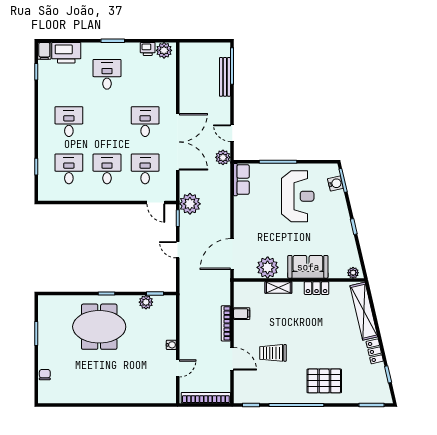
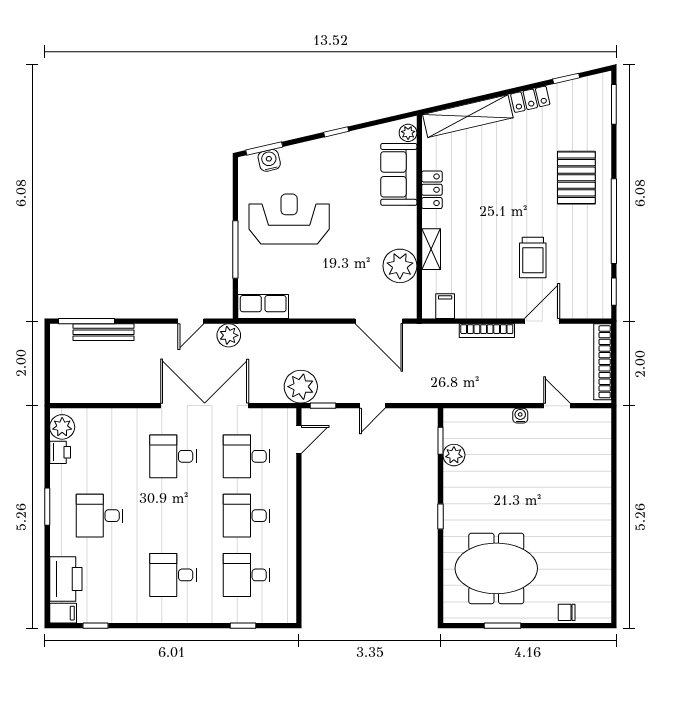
sofa: (308, 267) -> (399, 174), moved
filing cabinet: (242, 314) -> (445, 306), moved
meeting table: (99, 327) -> (496, 568), moved, turned 90

